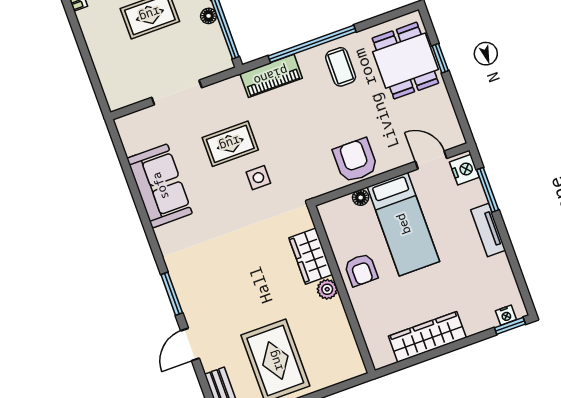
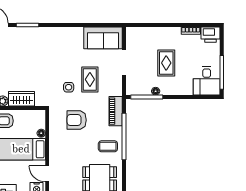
armchair: (355, 160) -> (77, 120), moved, turned 180
door: (431, 160) -> (47, 174), swing flipped
sofa: (160, 186) -> (103, 38), moved

